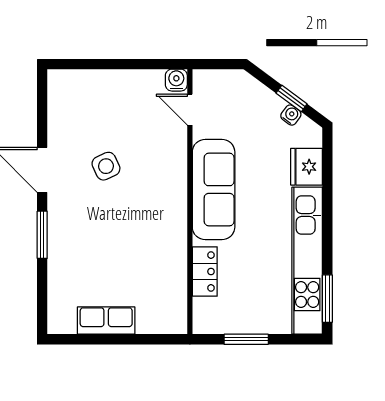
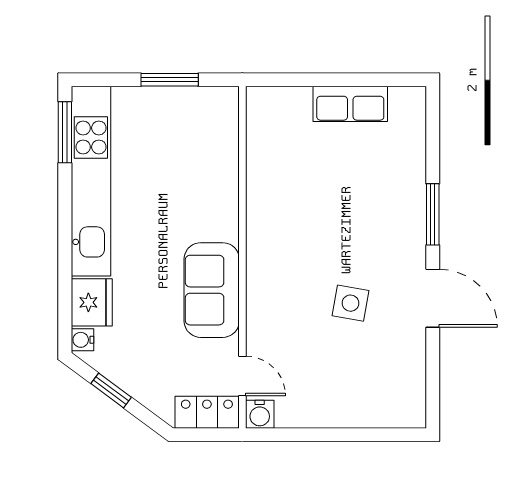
water cooler: (291, 115) -> (82, 340), moved, turned 53
side table: (106, 166) -> (350, 303), turned 35
sofa: (214, 190) -> (212, 290), width x0.73
locker: (205, 271) -> (207, 412), moved, turned 90

